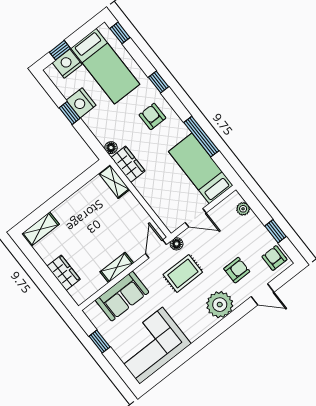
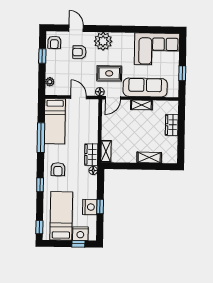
shelving: (40, 229) -> (149, 158), moved
sofa: (122, 296) -> (145, 87), width x1.36

